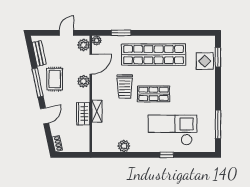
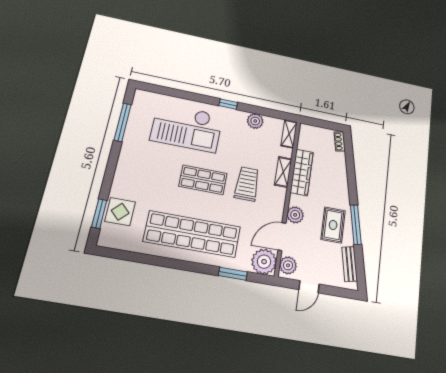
plant: (97, 40) -> (264, 262), width x1.88, depth x1.88
trolley: (125, 86) -> (247, 184), moved
wardrobe: (83, 114) -> (302, 172), width x1.50
door: (45, 116) -> (351, 179), removed
shelving: (97, 141) -> (289, 134), added
window: (167, 155) -> (228, 104), moved

